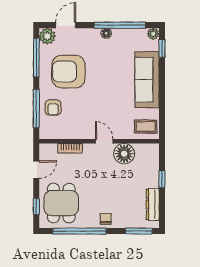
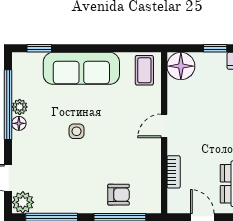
plant: (153, 34) -> (20, 107), moved
armchair: (68, 72) -> (70, 174), removed
side table: (100, 76) -> (77, 131), added
floor lamp: (124, 154) -> (181, 66), moved

